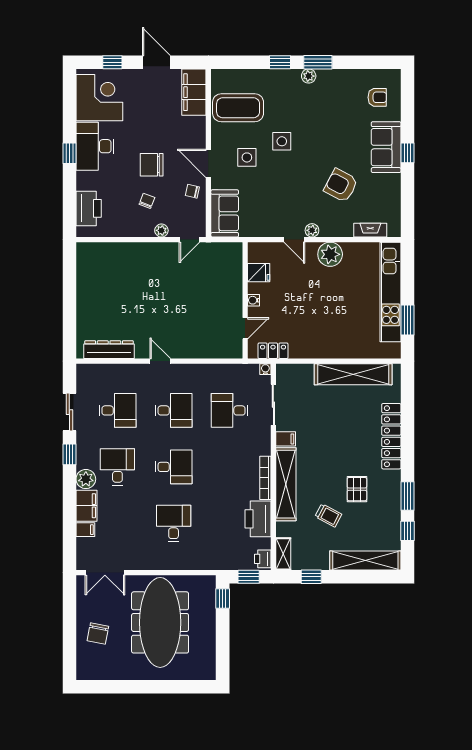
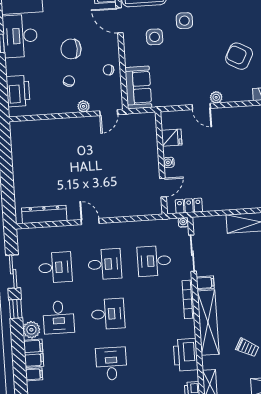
door: (208, 163) -> (119, 20), moved
plant: (330, 254) -> (234, 117), removed
desk: (117, 467) -> (59, 317), turned 180
bookcase: (265, 478) -> (188, 299), moved

